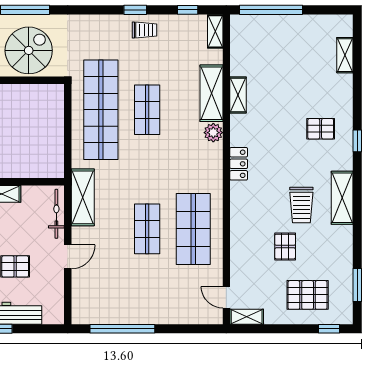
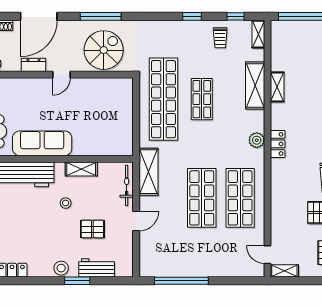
trolley: (145, 30) -> (220, 38), moved, turned 90
plant: (213, 133) -> (257, 140), moved
shop shelf: (147, 229) -> (202, 198), width x1.43, depth x1.36

